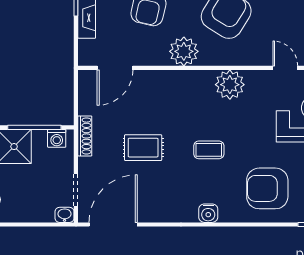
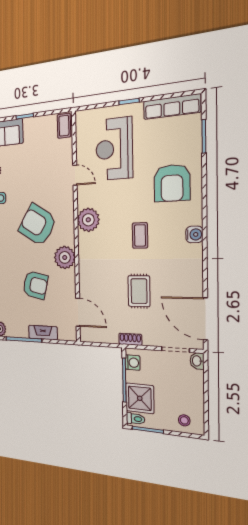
door: (285, 68) -> (75, 175), swing flipped
shoe rack: (85, 136) -> (130, 339), width x0.70

